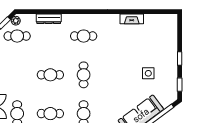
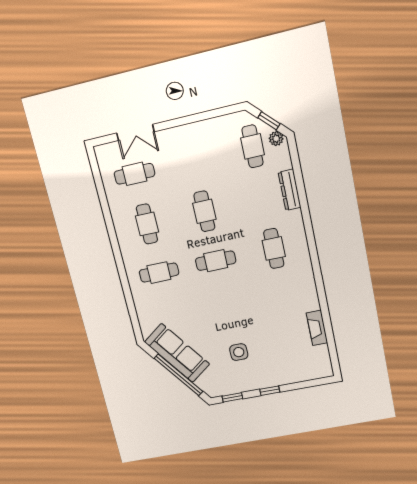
fireplace: (132, 19) -> (317, 328), moved

